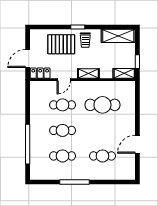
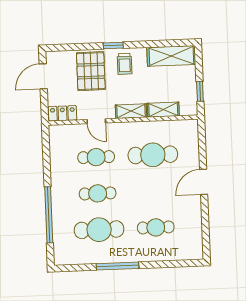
pallet: (61, 44) -> (91, 71), turned 90
door: (28, 58) -> (43, 76), moved
shelving: (124, 73) -> (163, 110), moved
door: (64, 80) -> (96, 121), hinge flipped
door: (137, 144) -> (204, 182), moved
cafe table: (63, 156) -> (99, 230), width x1.37, depth x1.35

